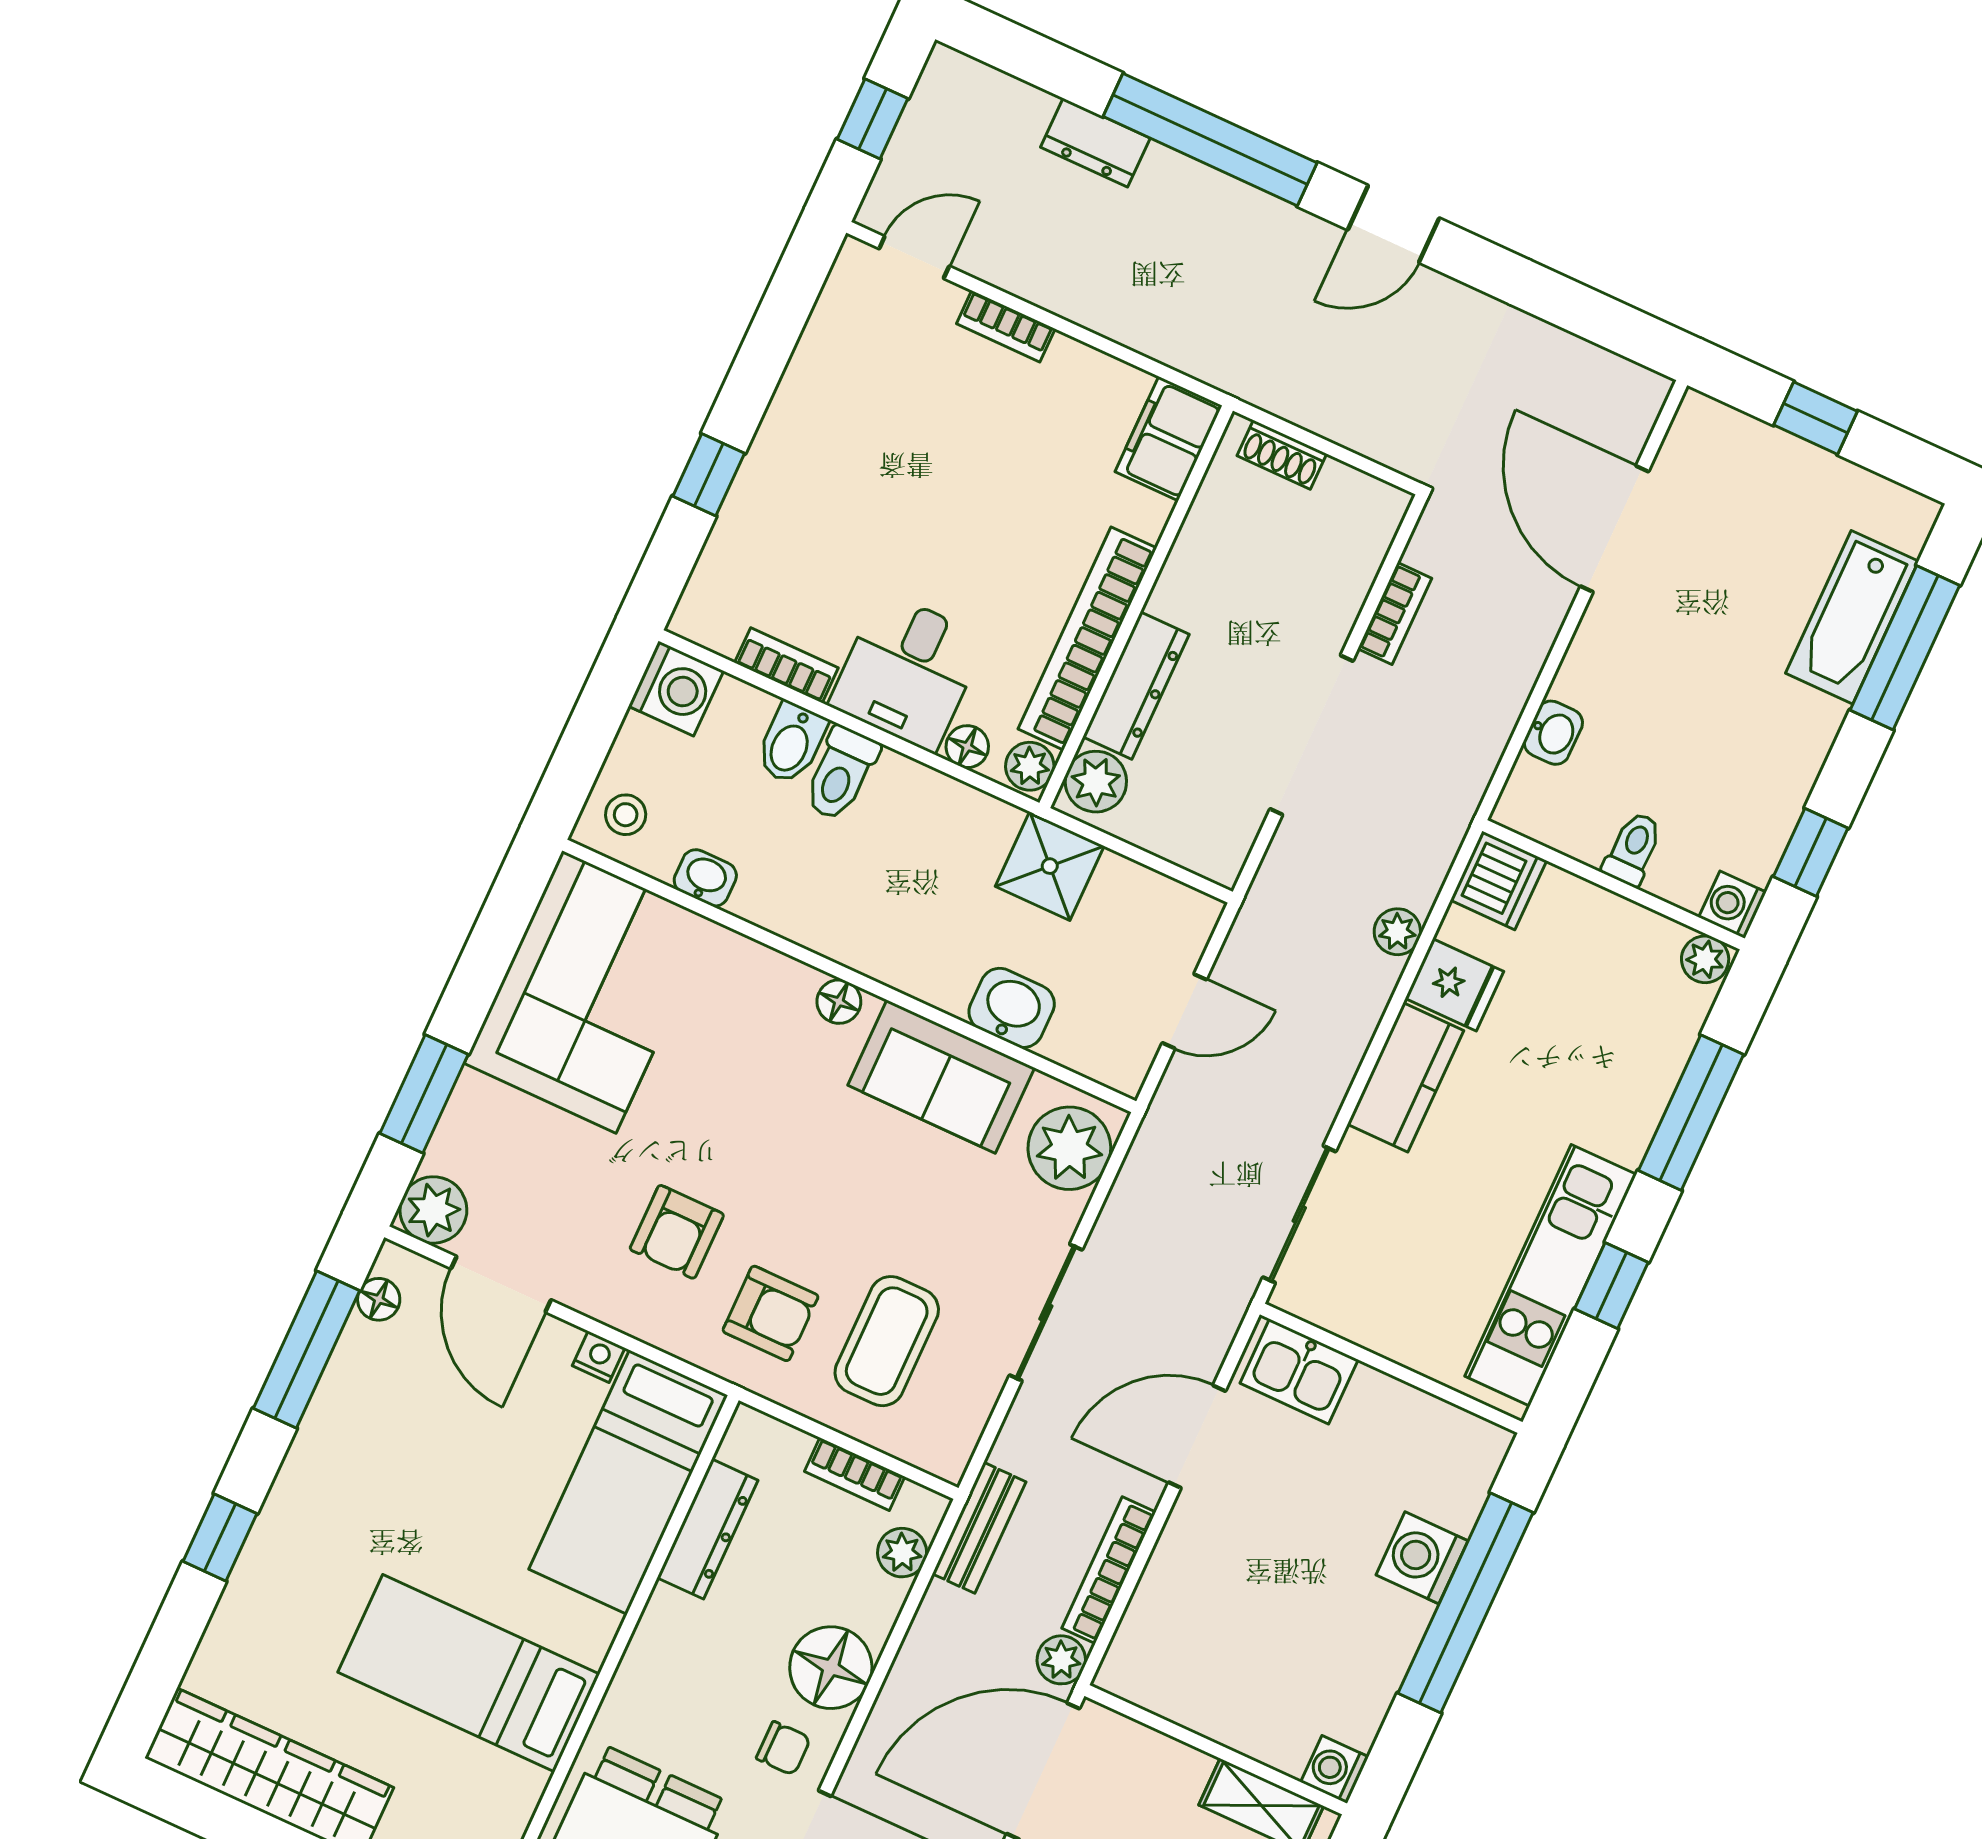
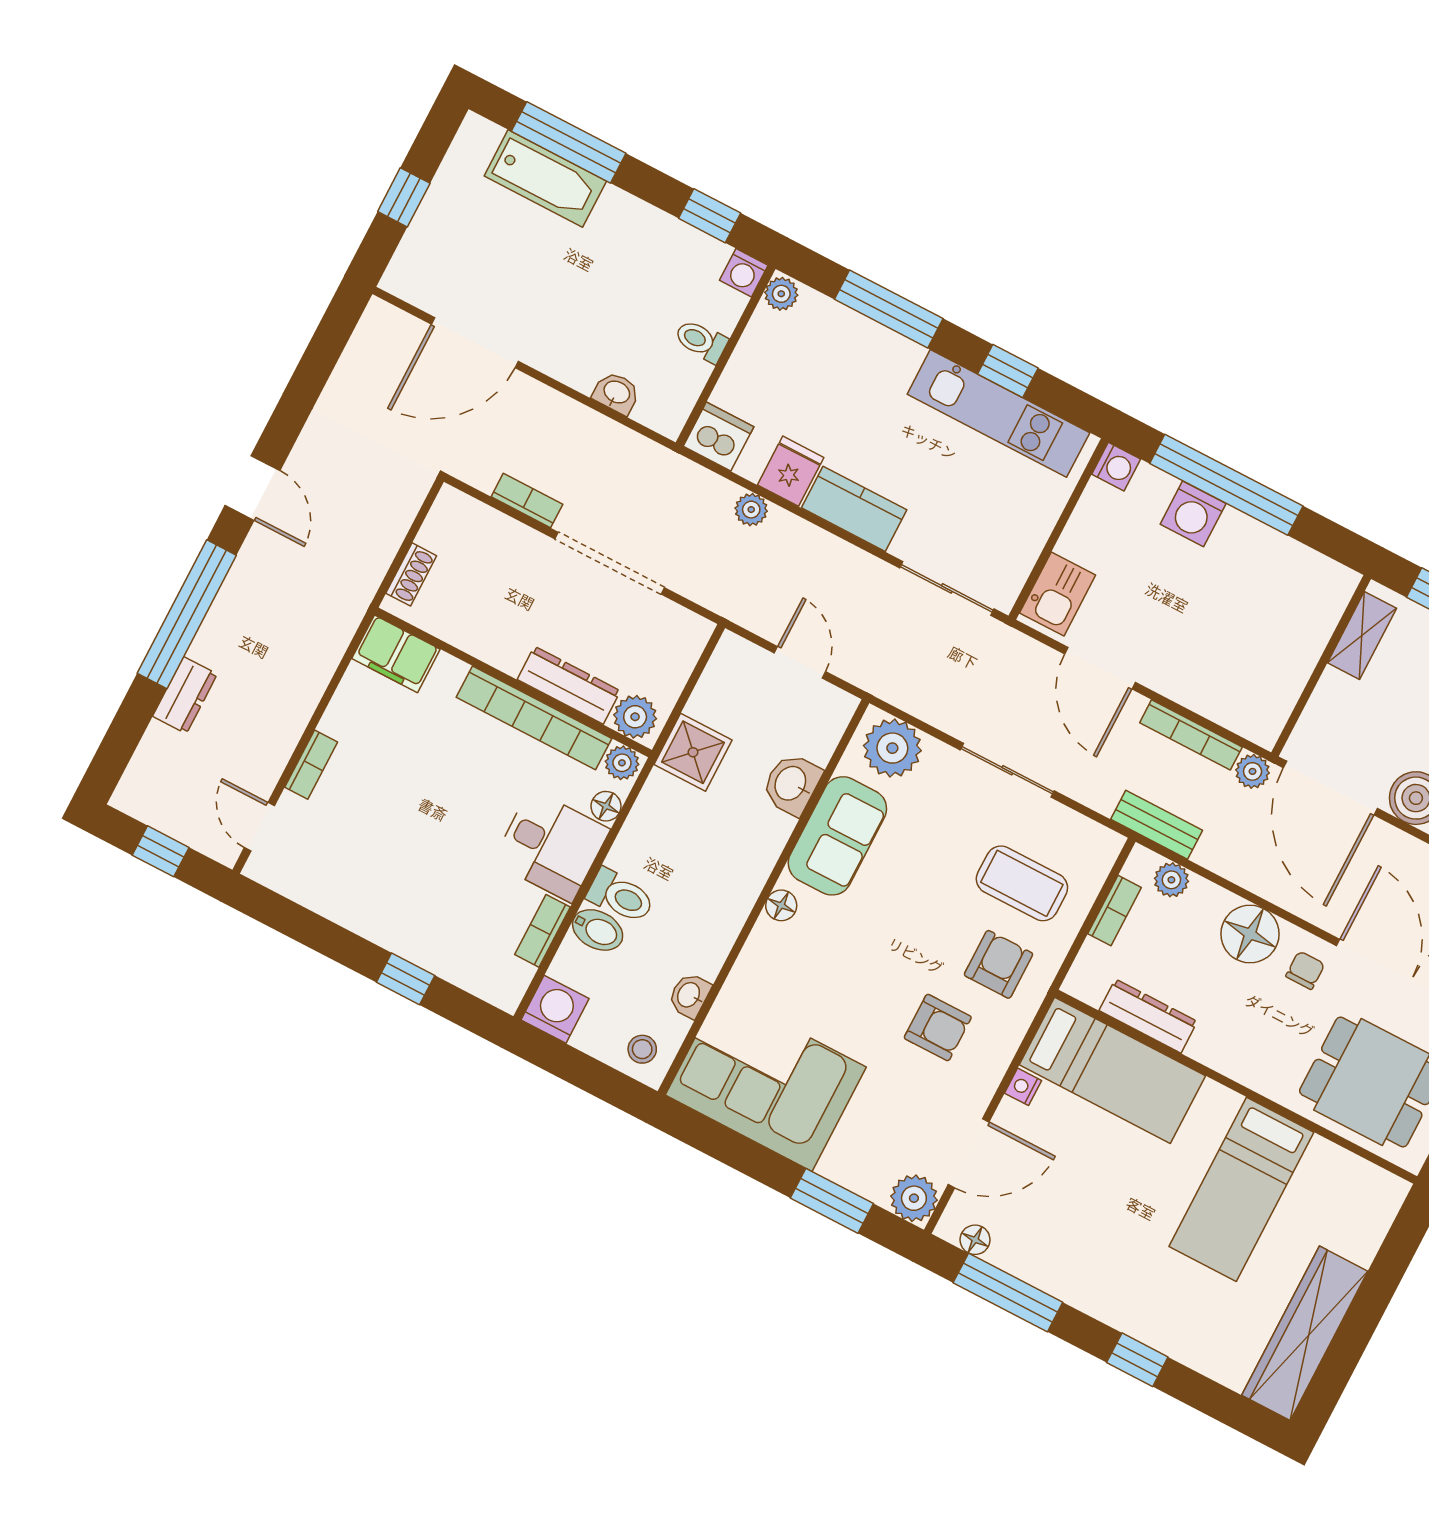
washing machine: (1335, 1769) -> (1116, 467), moved, turned -90

